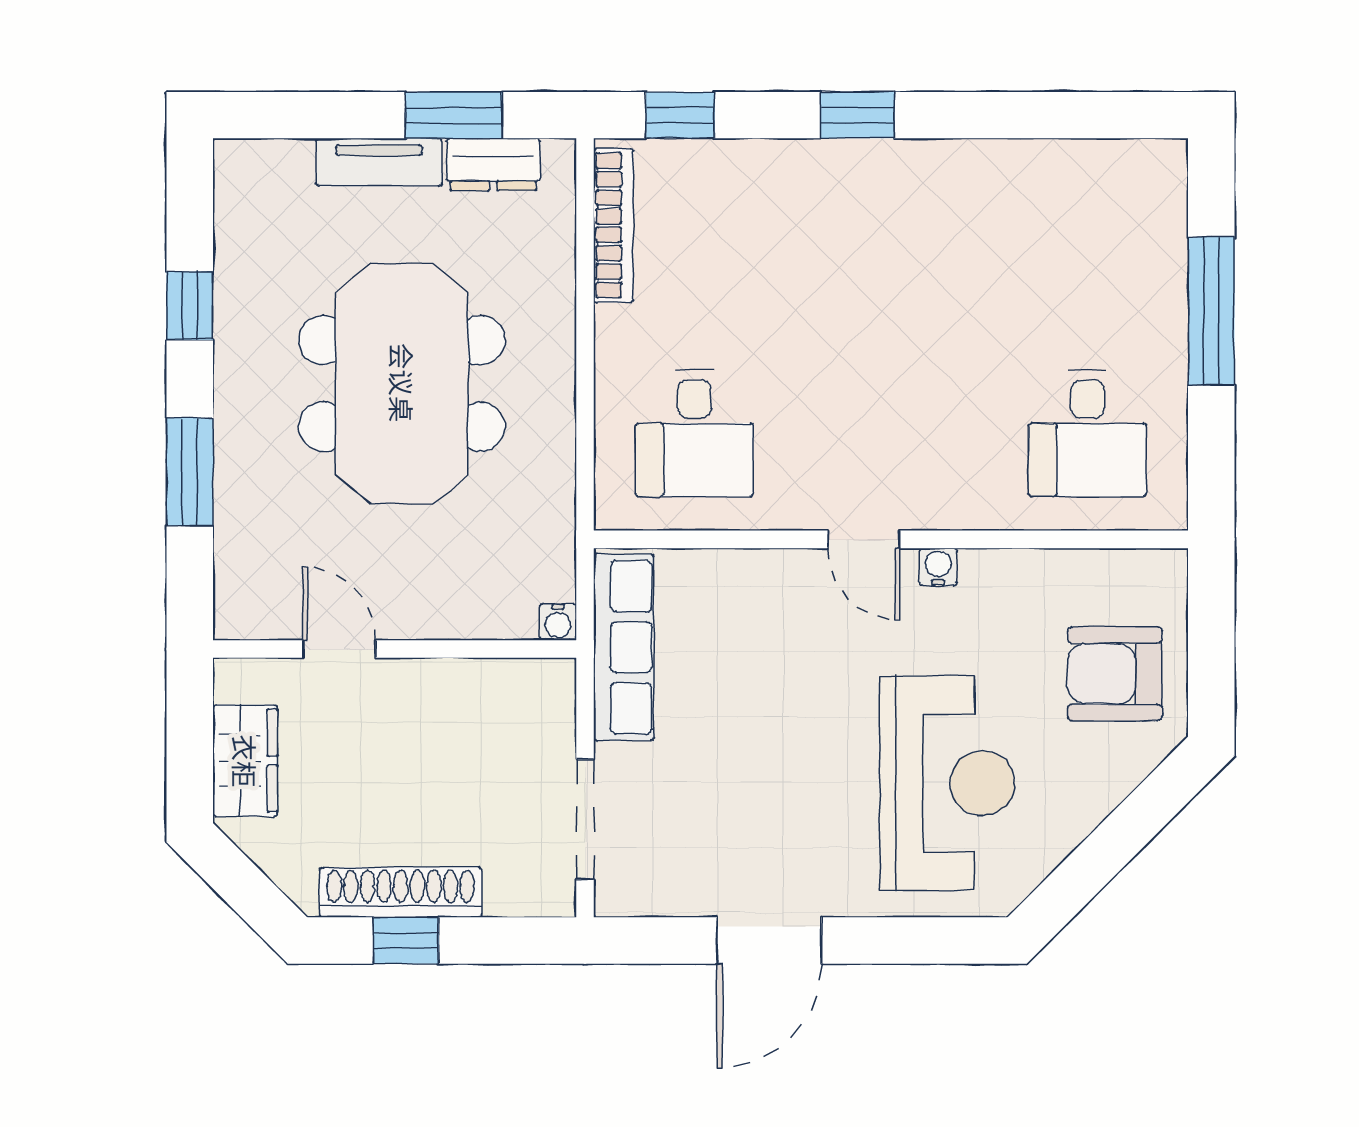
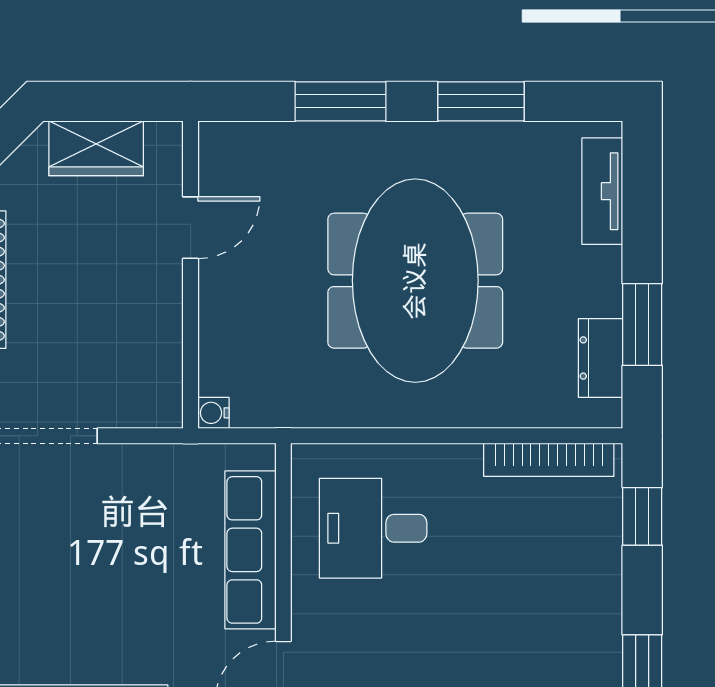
tv unit: (379, 162) -> (602, 191), moved
window: (190, 306) -> (481, 101), width x1.50
meeting table: (402, 383) -> (415, 281), turned 90
row of seats: (624, 647) -> (250, 550), moved, turned 90

